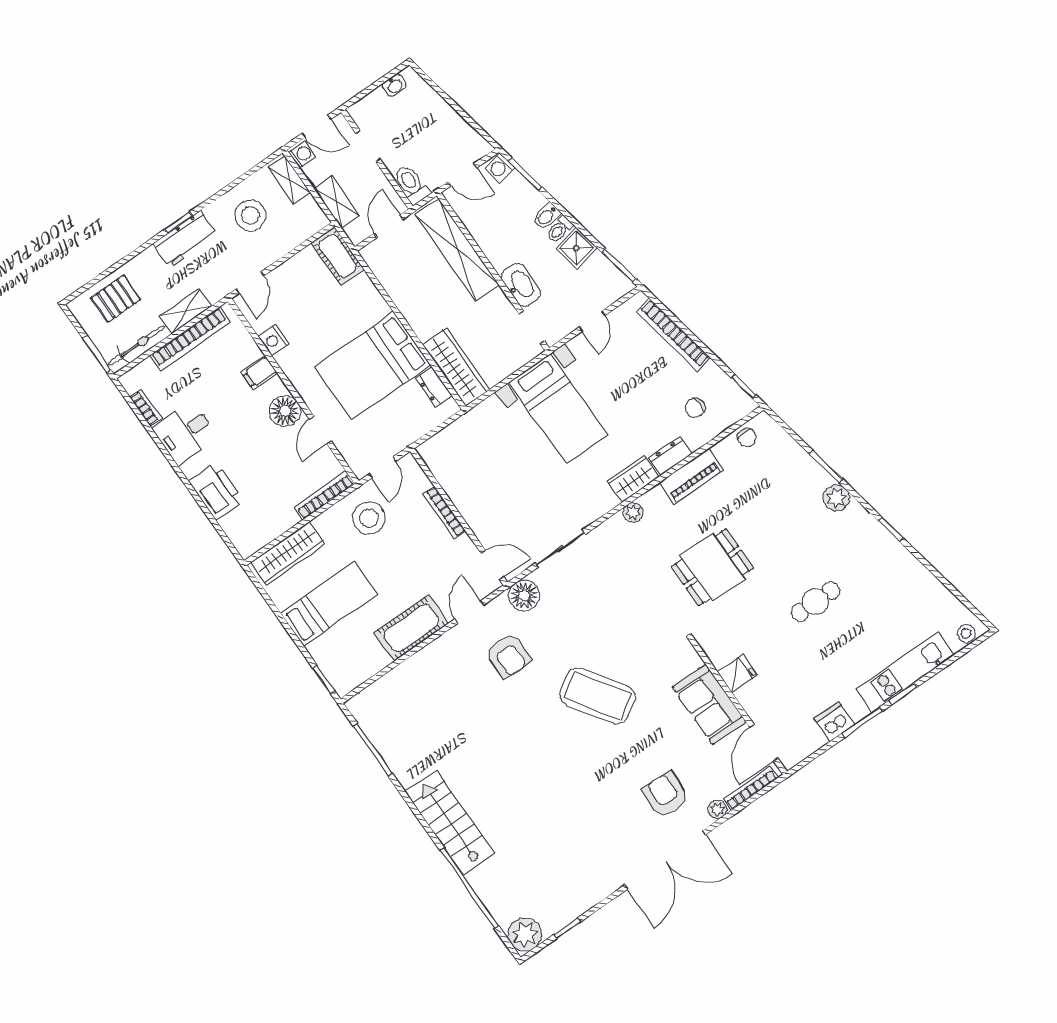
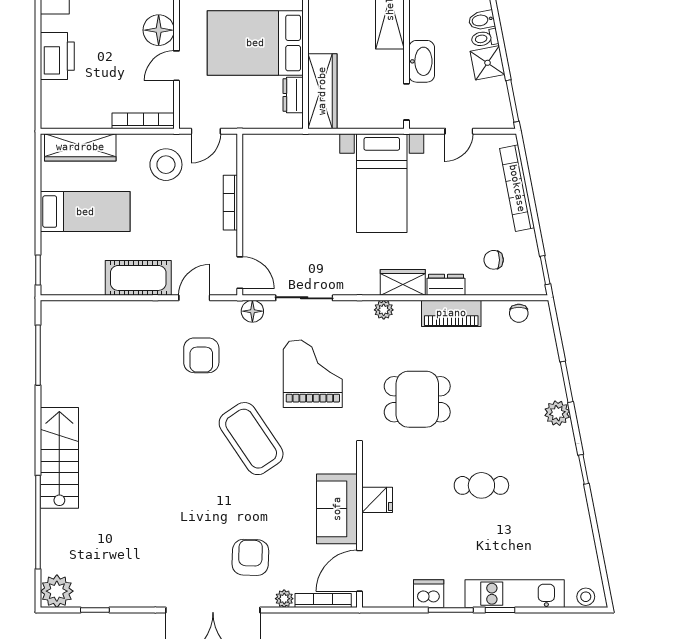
floor lamp: (524, 595) -> (252, 311), width x0.73, depth x0.73
grand piano: (611, 606) -> (313, 374), added

